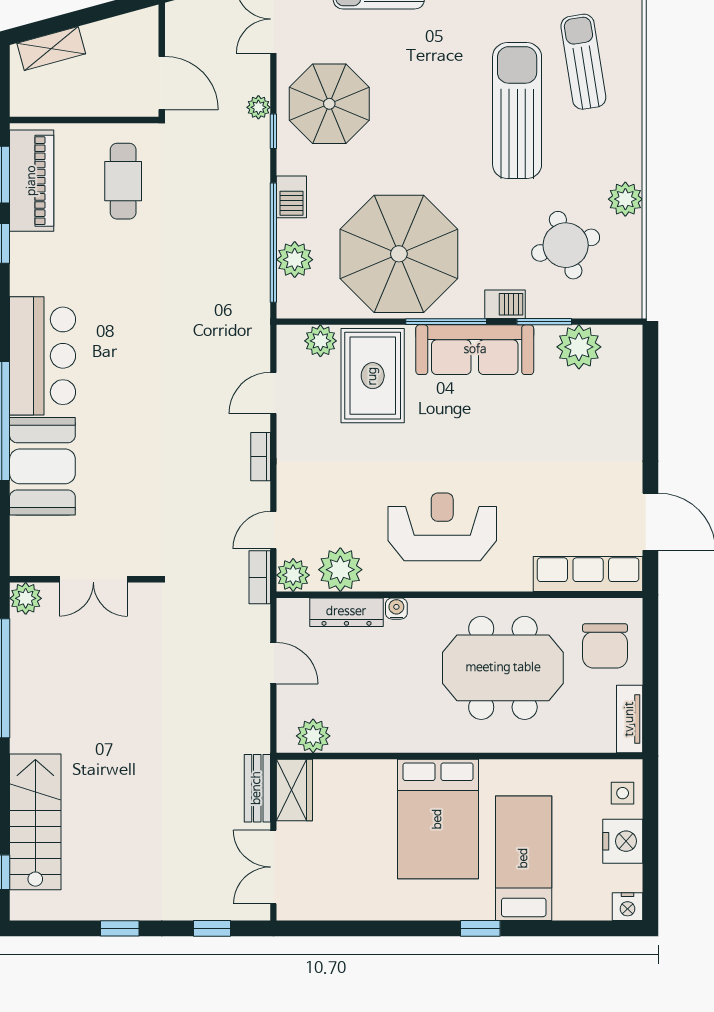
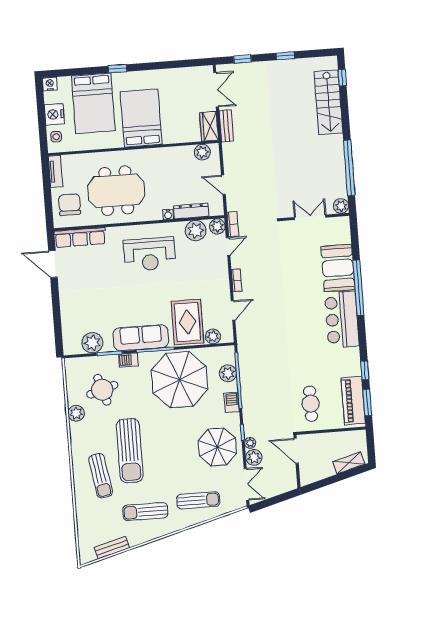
plant: (253, 76) -> (254, 457), added
bed: (524, 858) -> (93, 103), width x1.50

